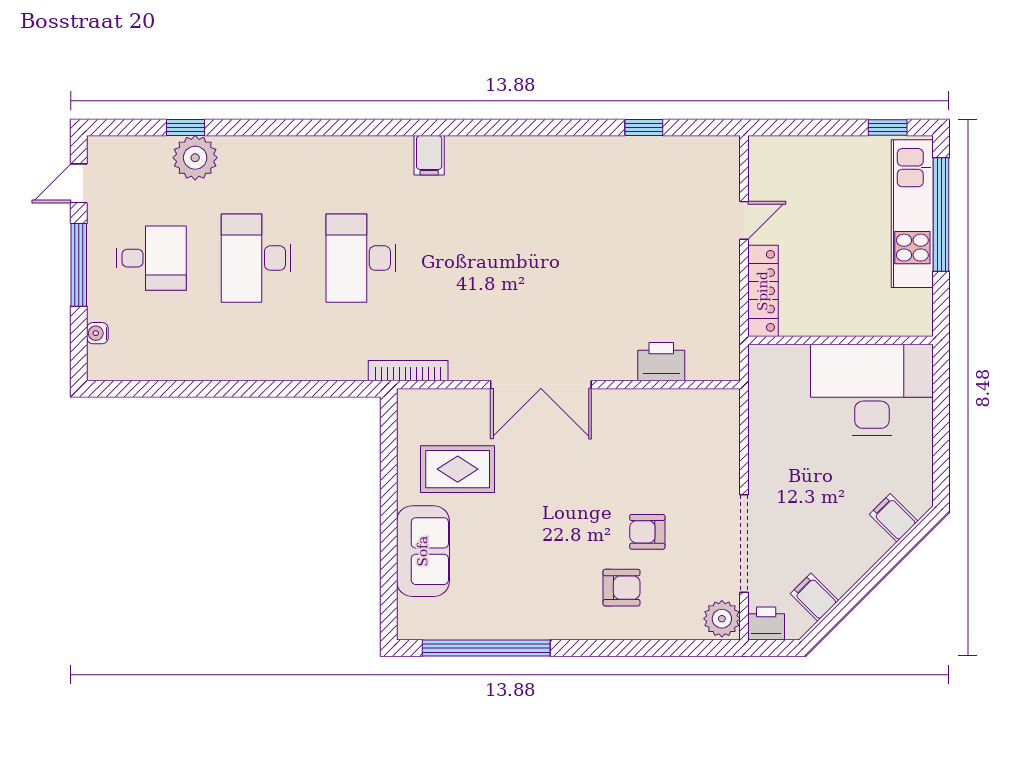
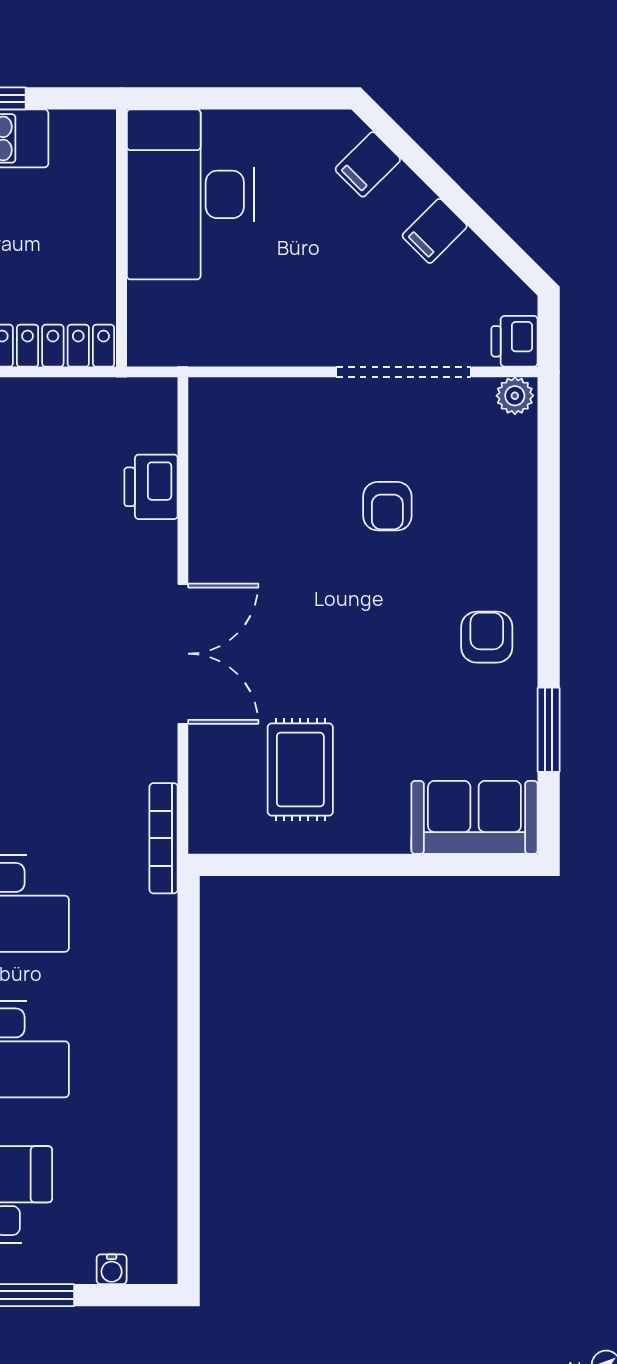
sofa: (423, 551) -> (474, 817), moved
armchair: (622, 588) -> (487, 637), moved
filing cabinet: (814, 597) -> (435, 231), moved
plant: (722, 619) -> (515, 396), width x0.73, depth x0.73
window: (486, 648) -> (549, 730), width x0.47

